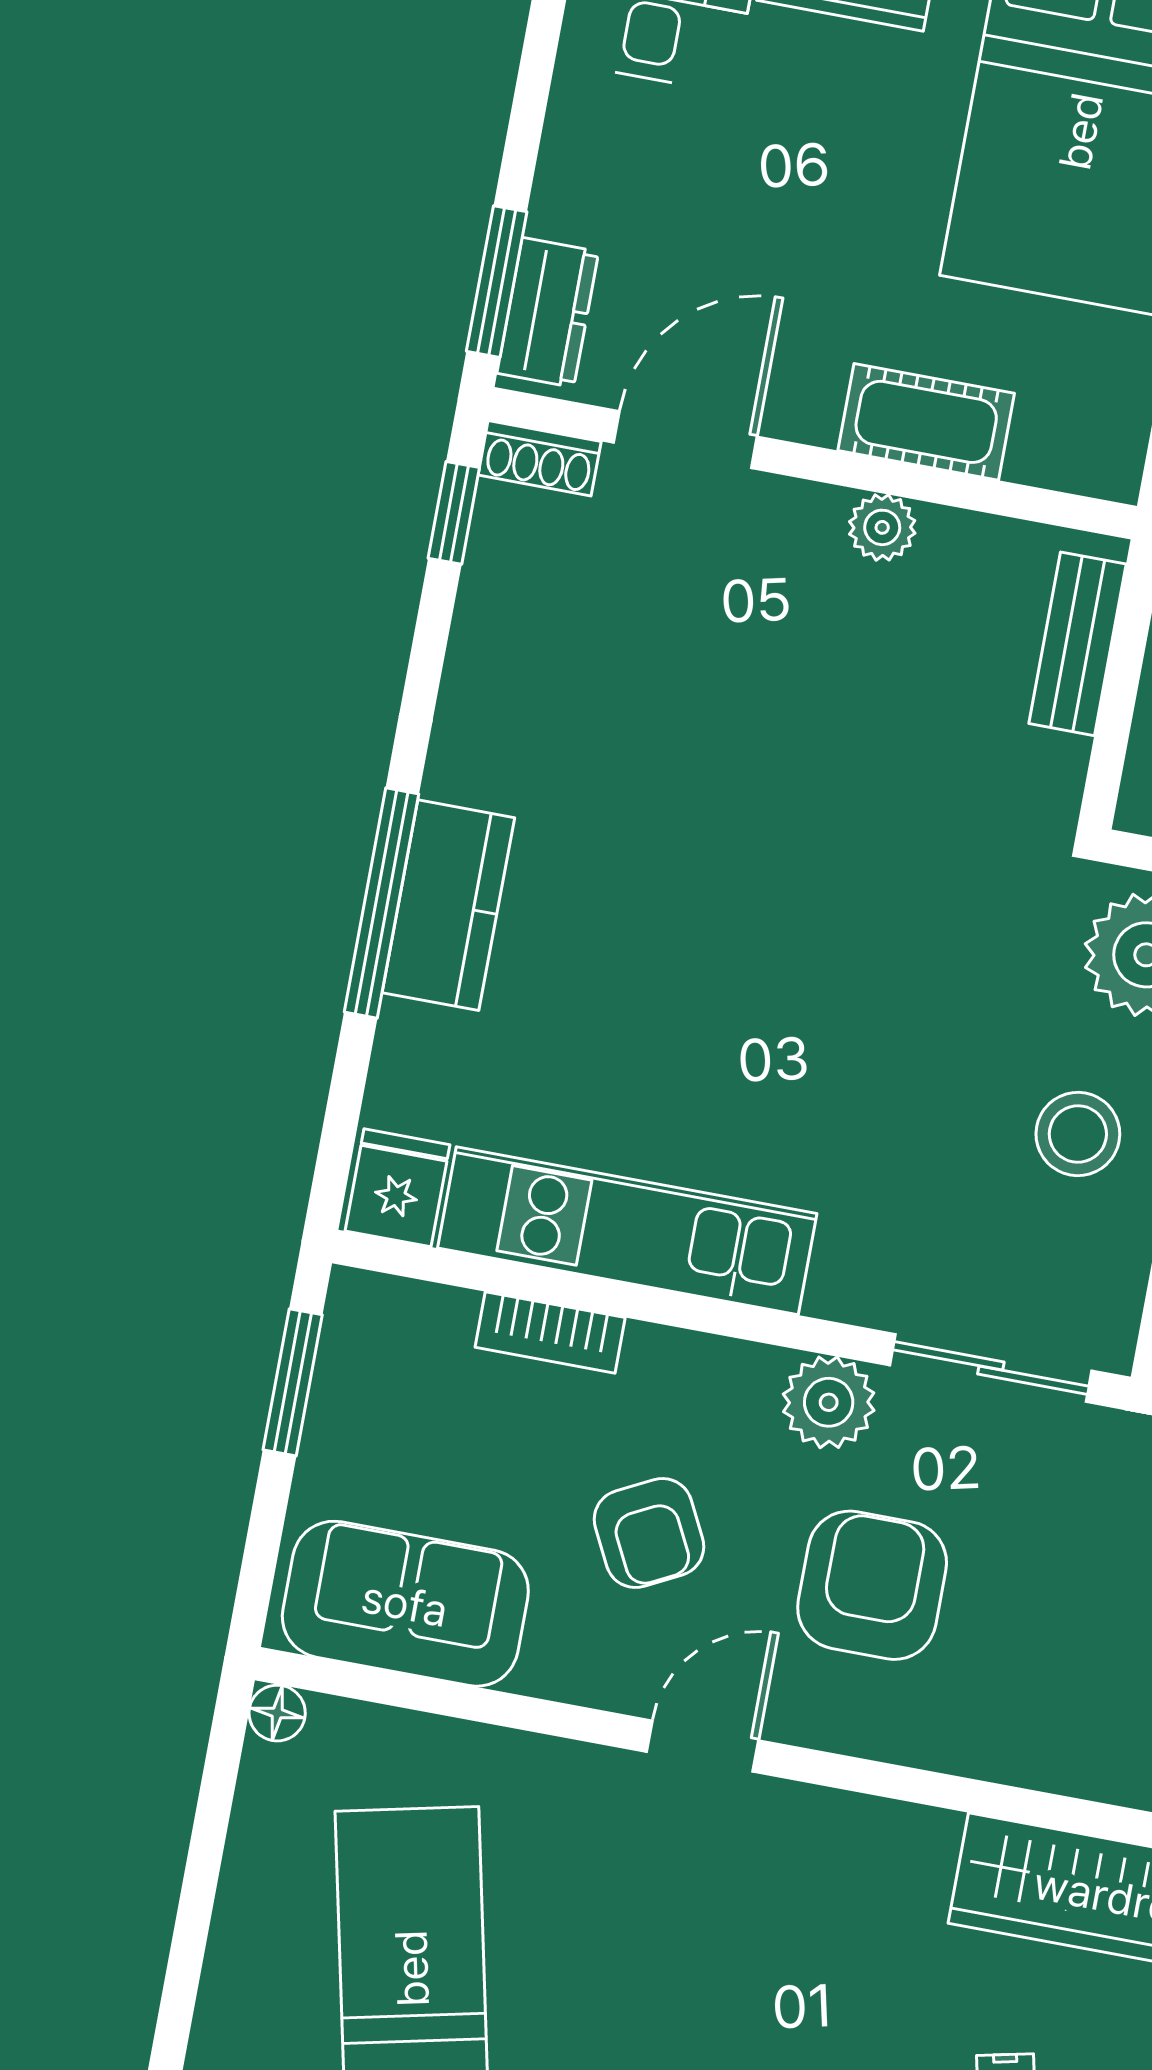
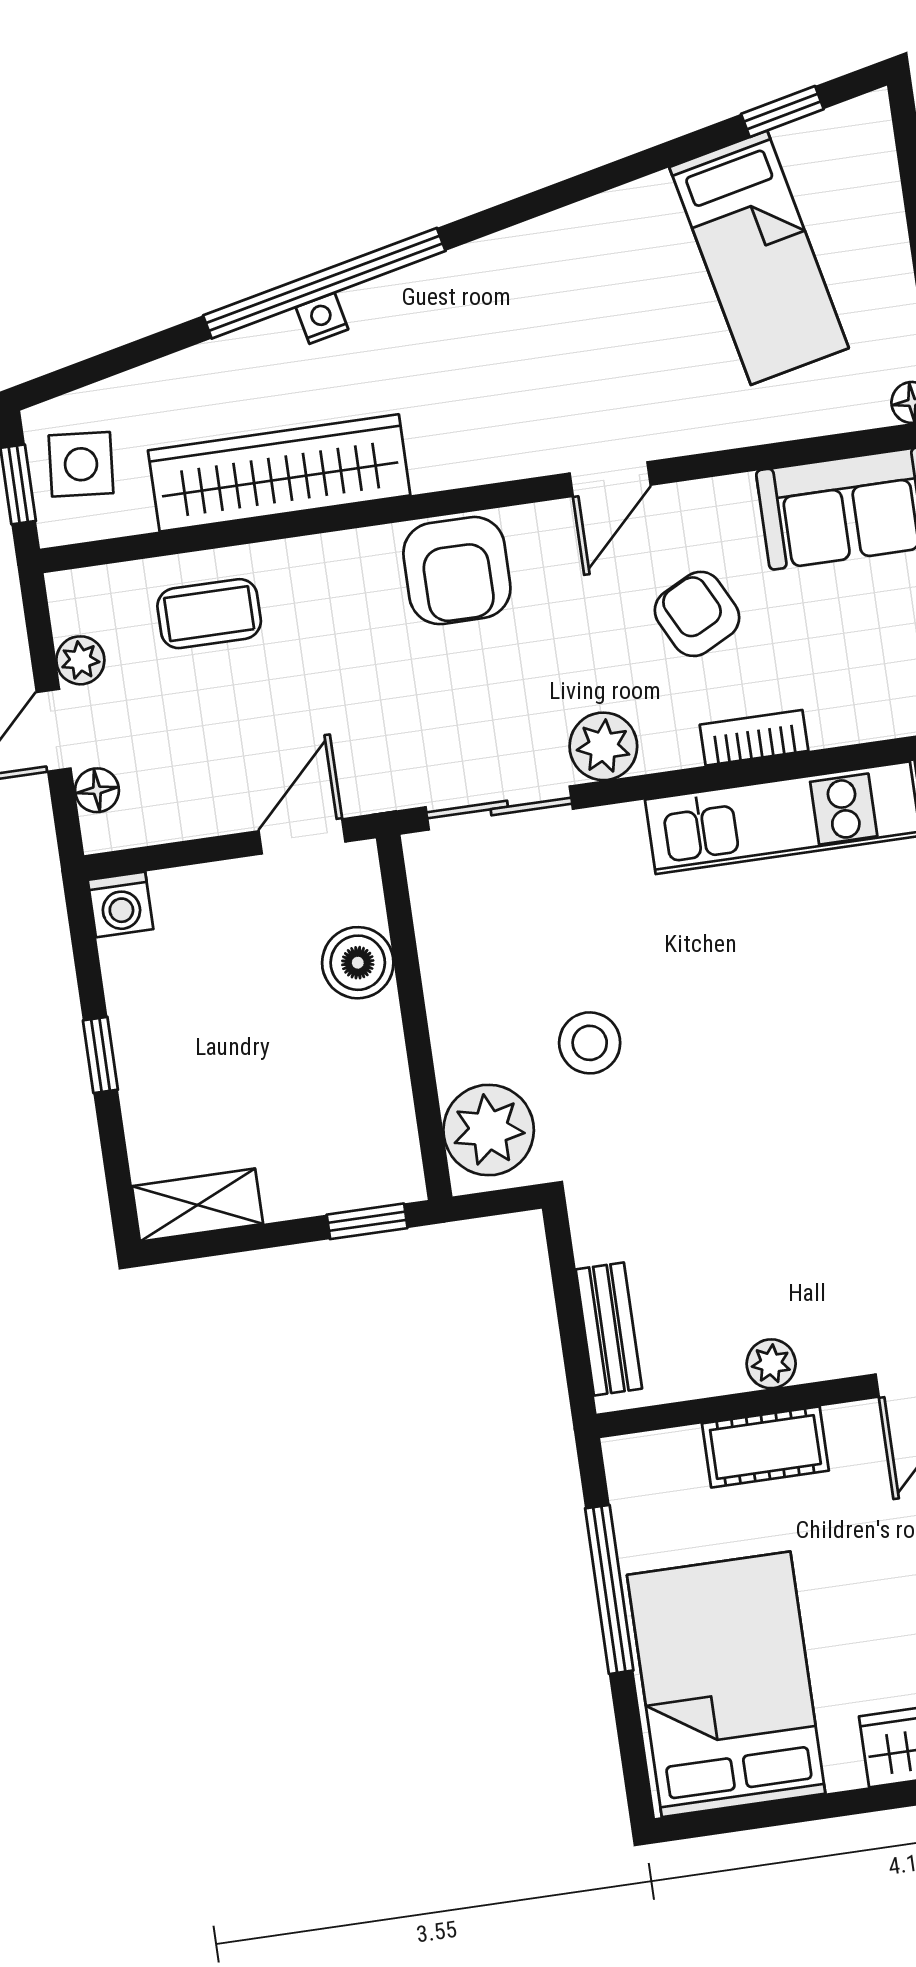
stool: (1078, 1134) -> (590, 1043), moved
bookcase: (550, 1332) -> (754, 738), moved
armchair: (872, 1585) -> (457, 571), moved

